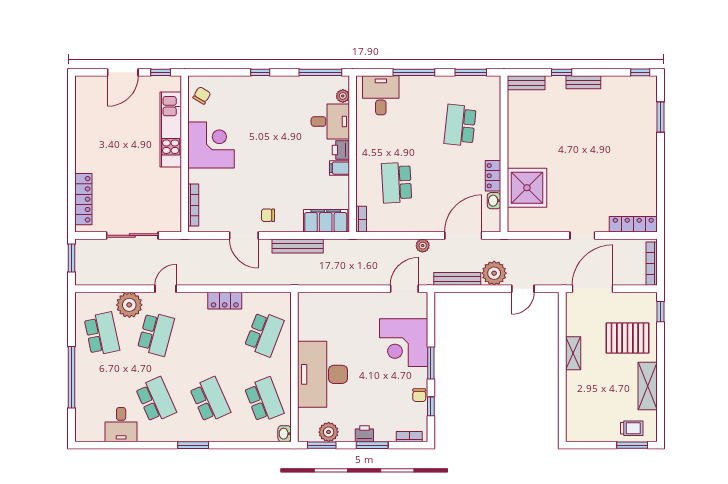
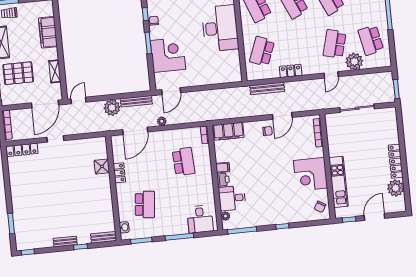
plant: (87, 112) -> (396, 188), added
shower: (527, 188) -> (102, 166), width x0.54, depth x0.54
locker: (83, 199) -> (396, 161), moved
washbasin: (494, 201) -> (124, 227), moved
door: (244, 235) -> (282, 116), swing flipped
bench: (298, 246) -> (267, 88), moved
door: (523, 289) -> (78, 100), moved
shelving: (573, 353) -> (55, 71), moved
filing cabinet: (577, 394) -> (48, 32), added

